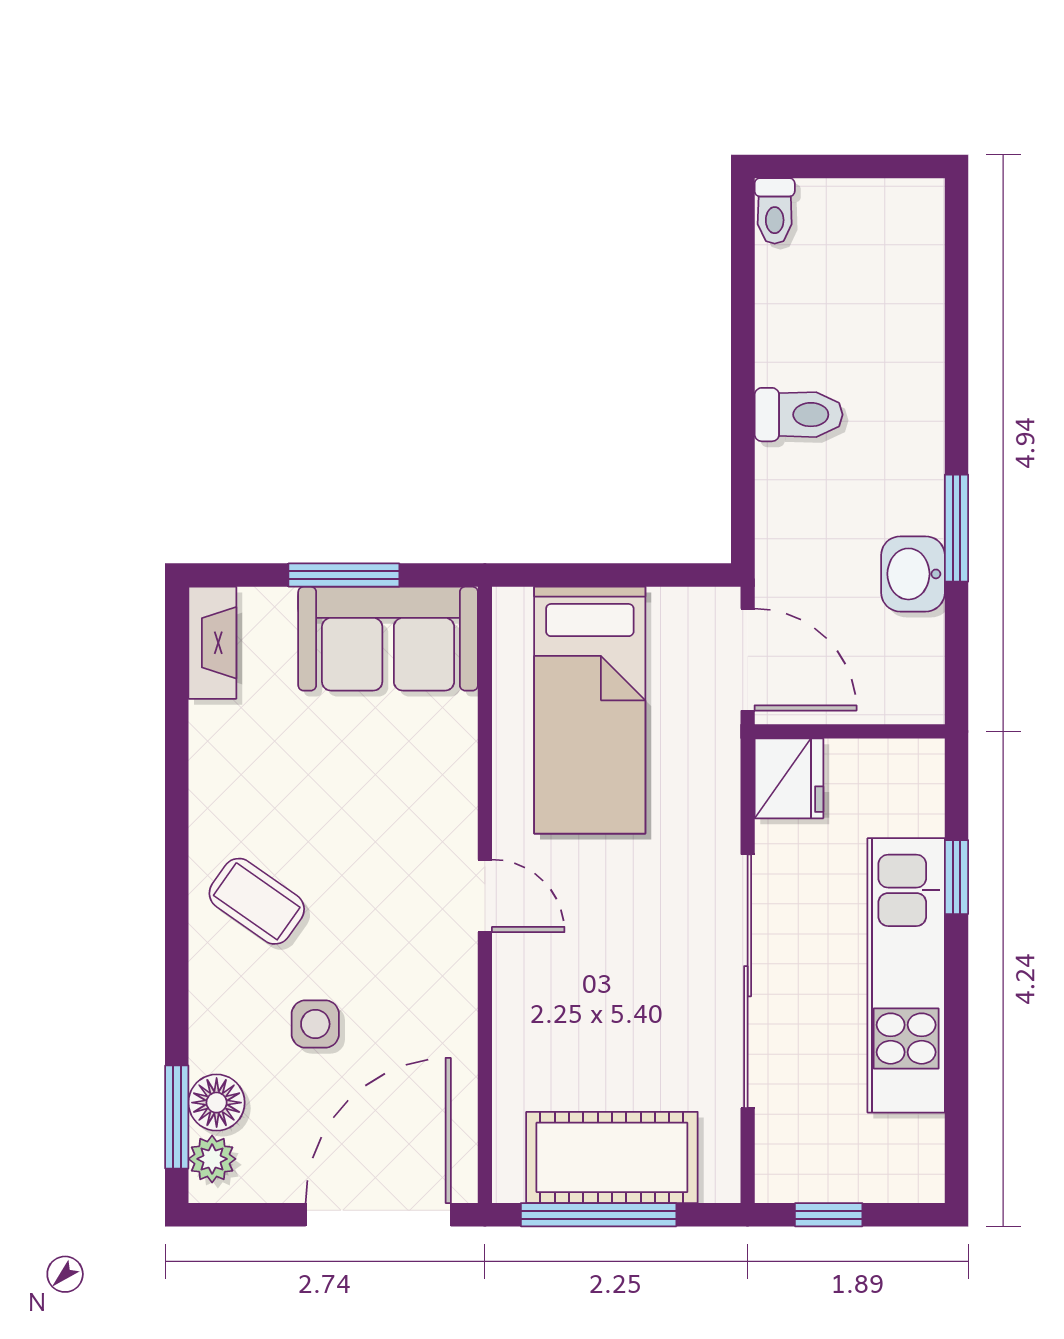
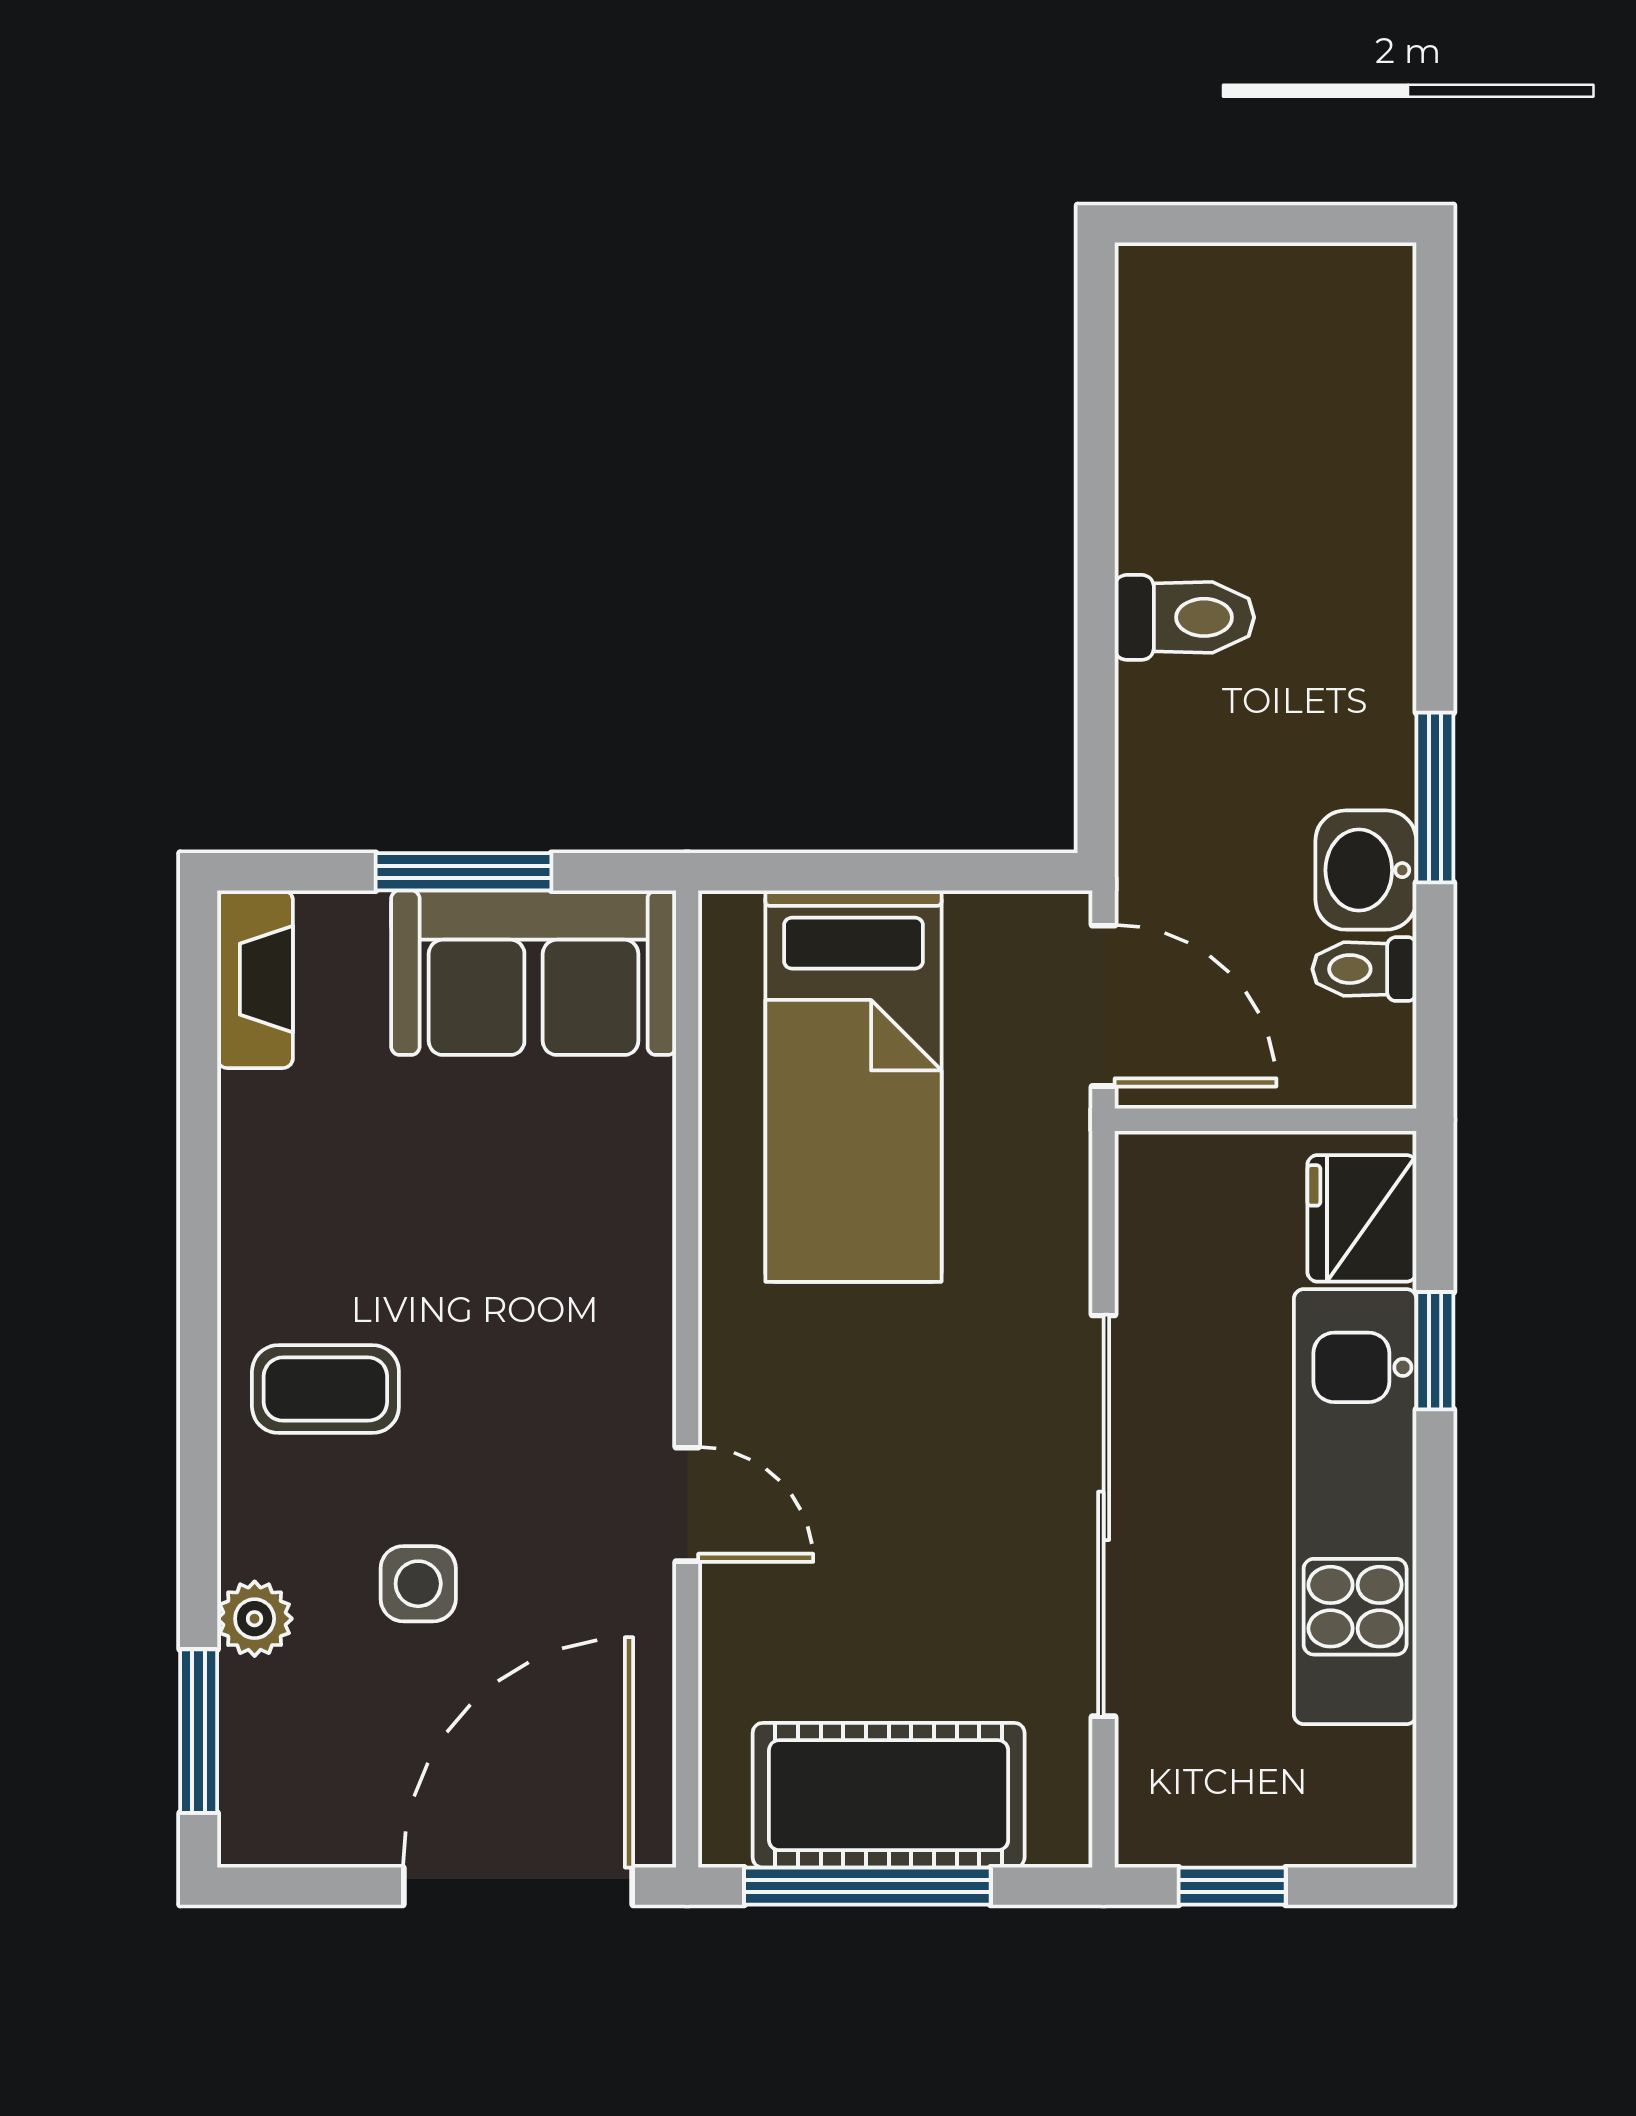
toilet: (775, 211) -> (1364, 969), moved, turned 90
fridge: (789, 778) -> (1362, 1218), moved, turned 180
door: (485, 896) -> (687, 1504), moved
coffee table: (257, 901) -> (325, 1389), turned -35
floor lamp: (217, 1103) -> (262, 1708), removed
plant: (212, 1159) -> (255, 1619), moved

